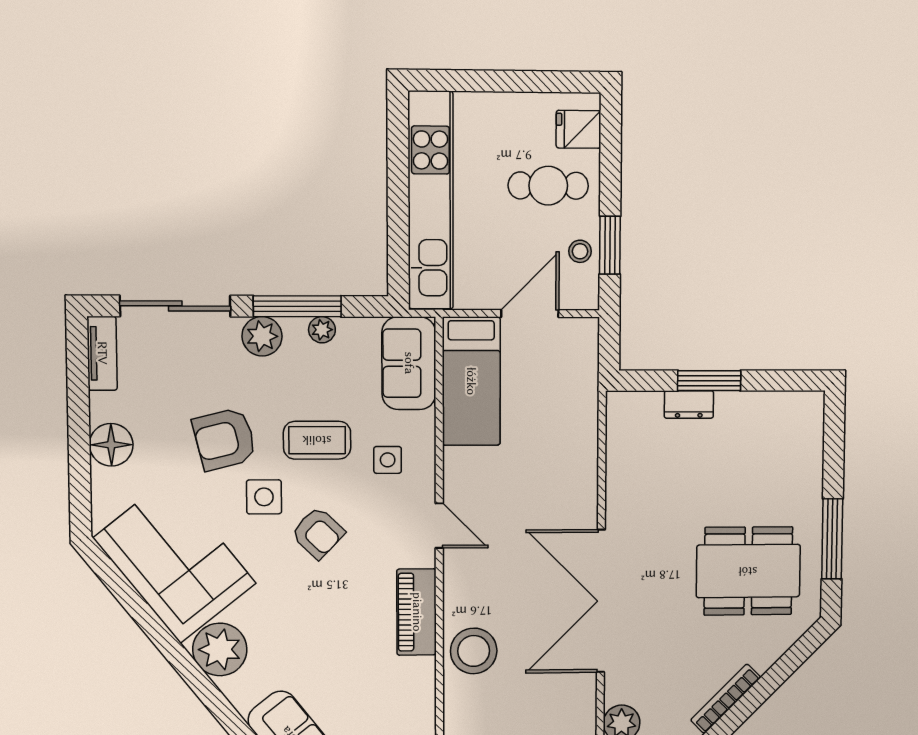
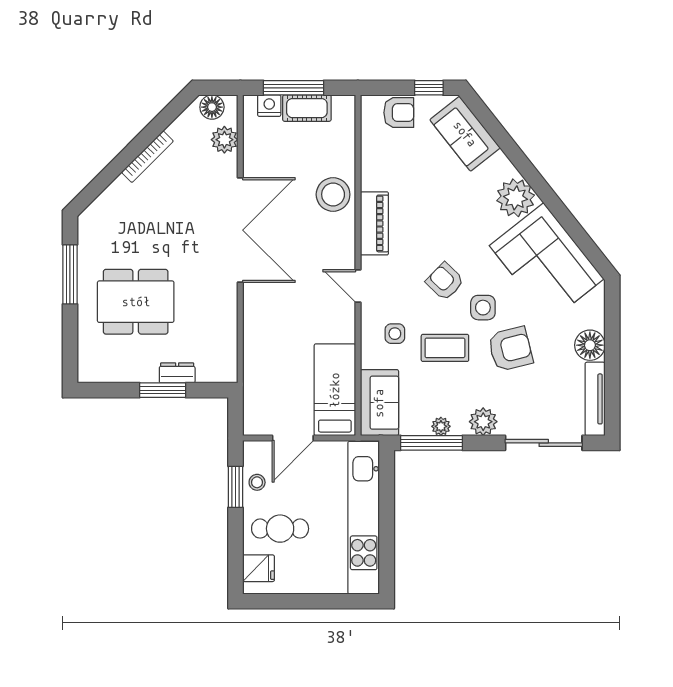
window: (297, 306) -> (431, 443), moved
tv unit: (102, 353) -> (595, 399), width x1.41
dining table: (748, 571) -> (136, 302), moved

